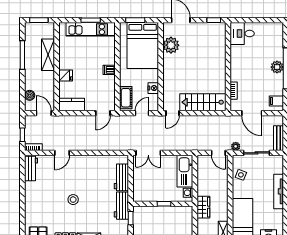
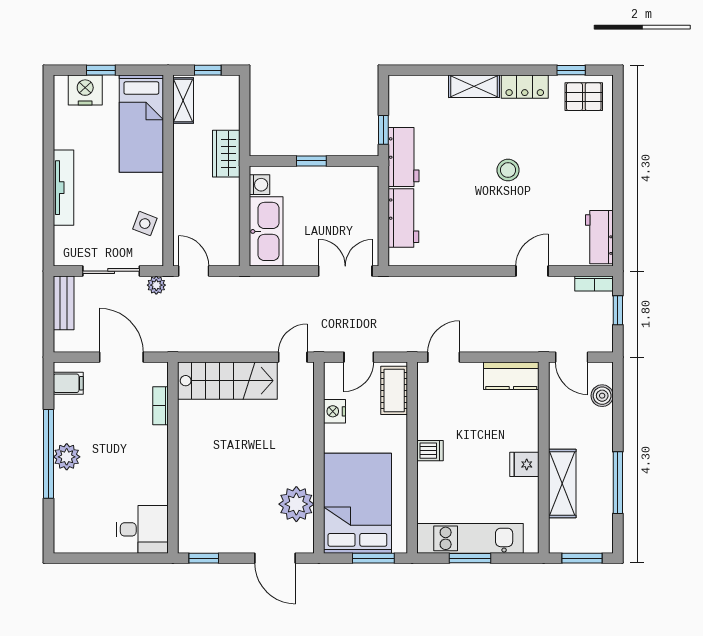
fridge: (66, 75) -> (524, 464), moved

